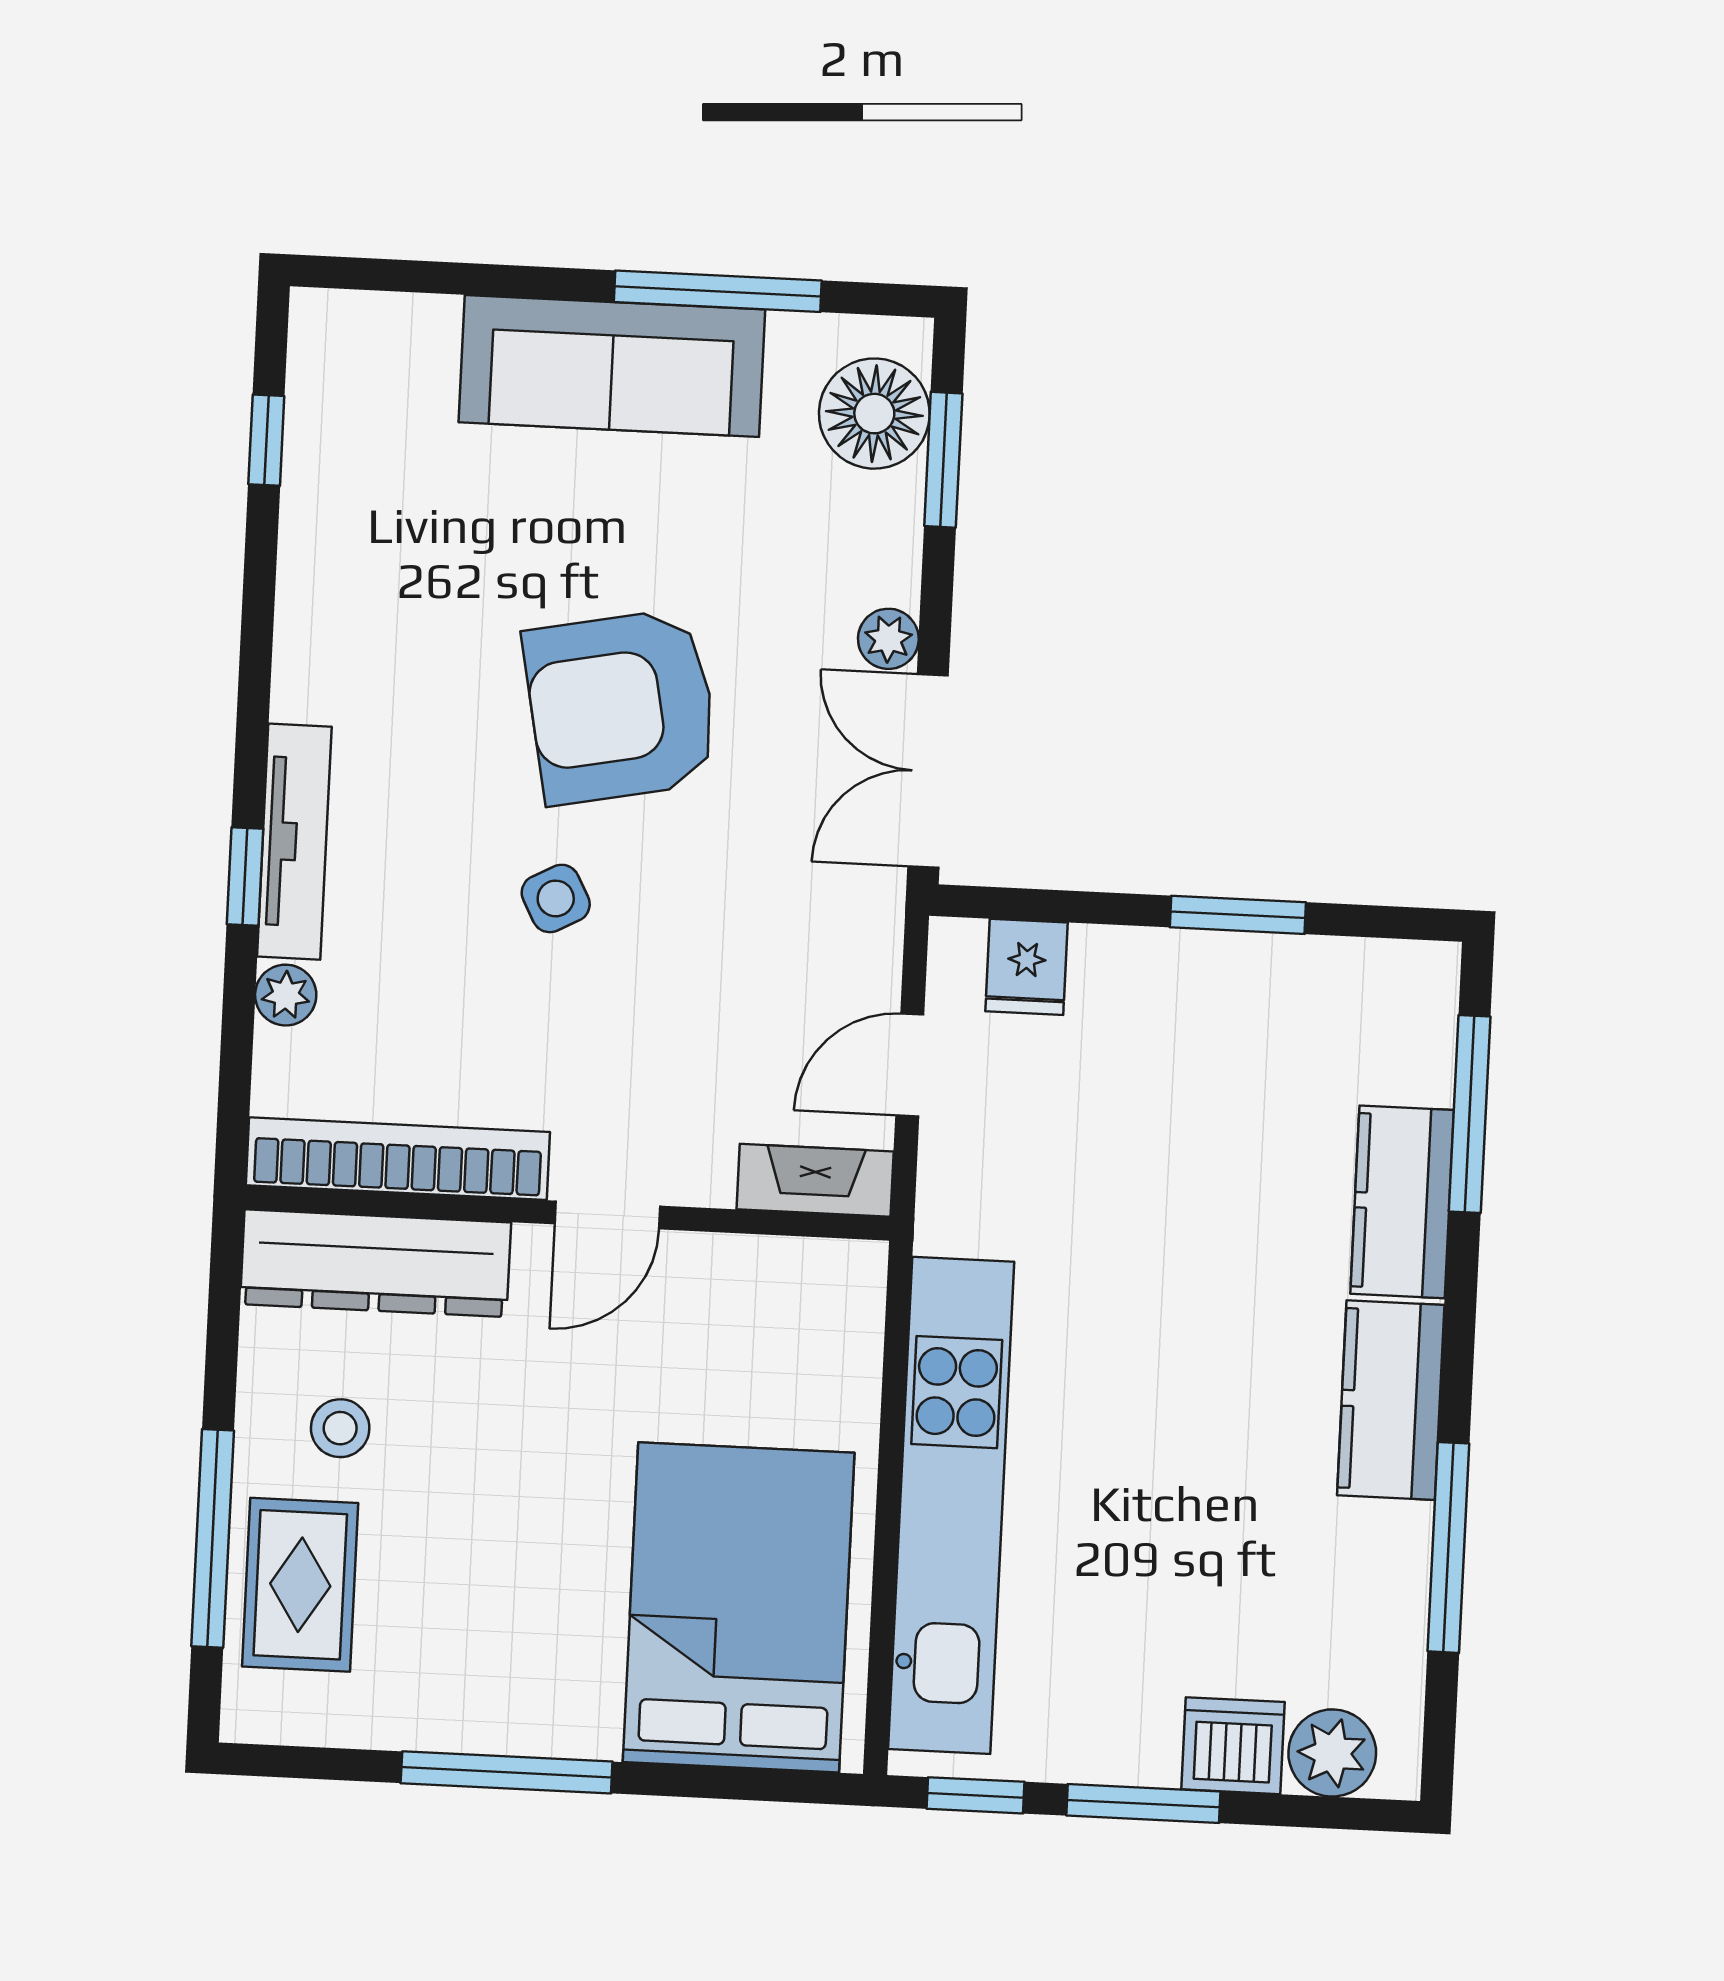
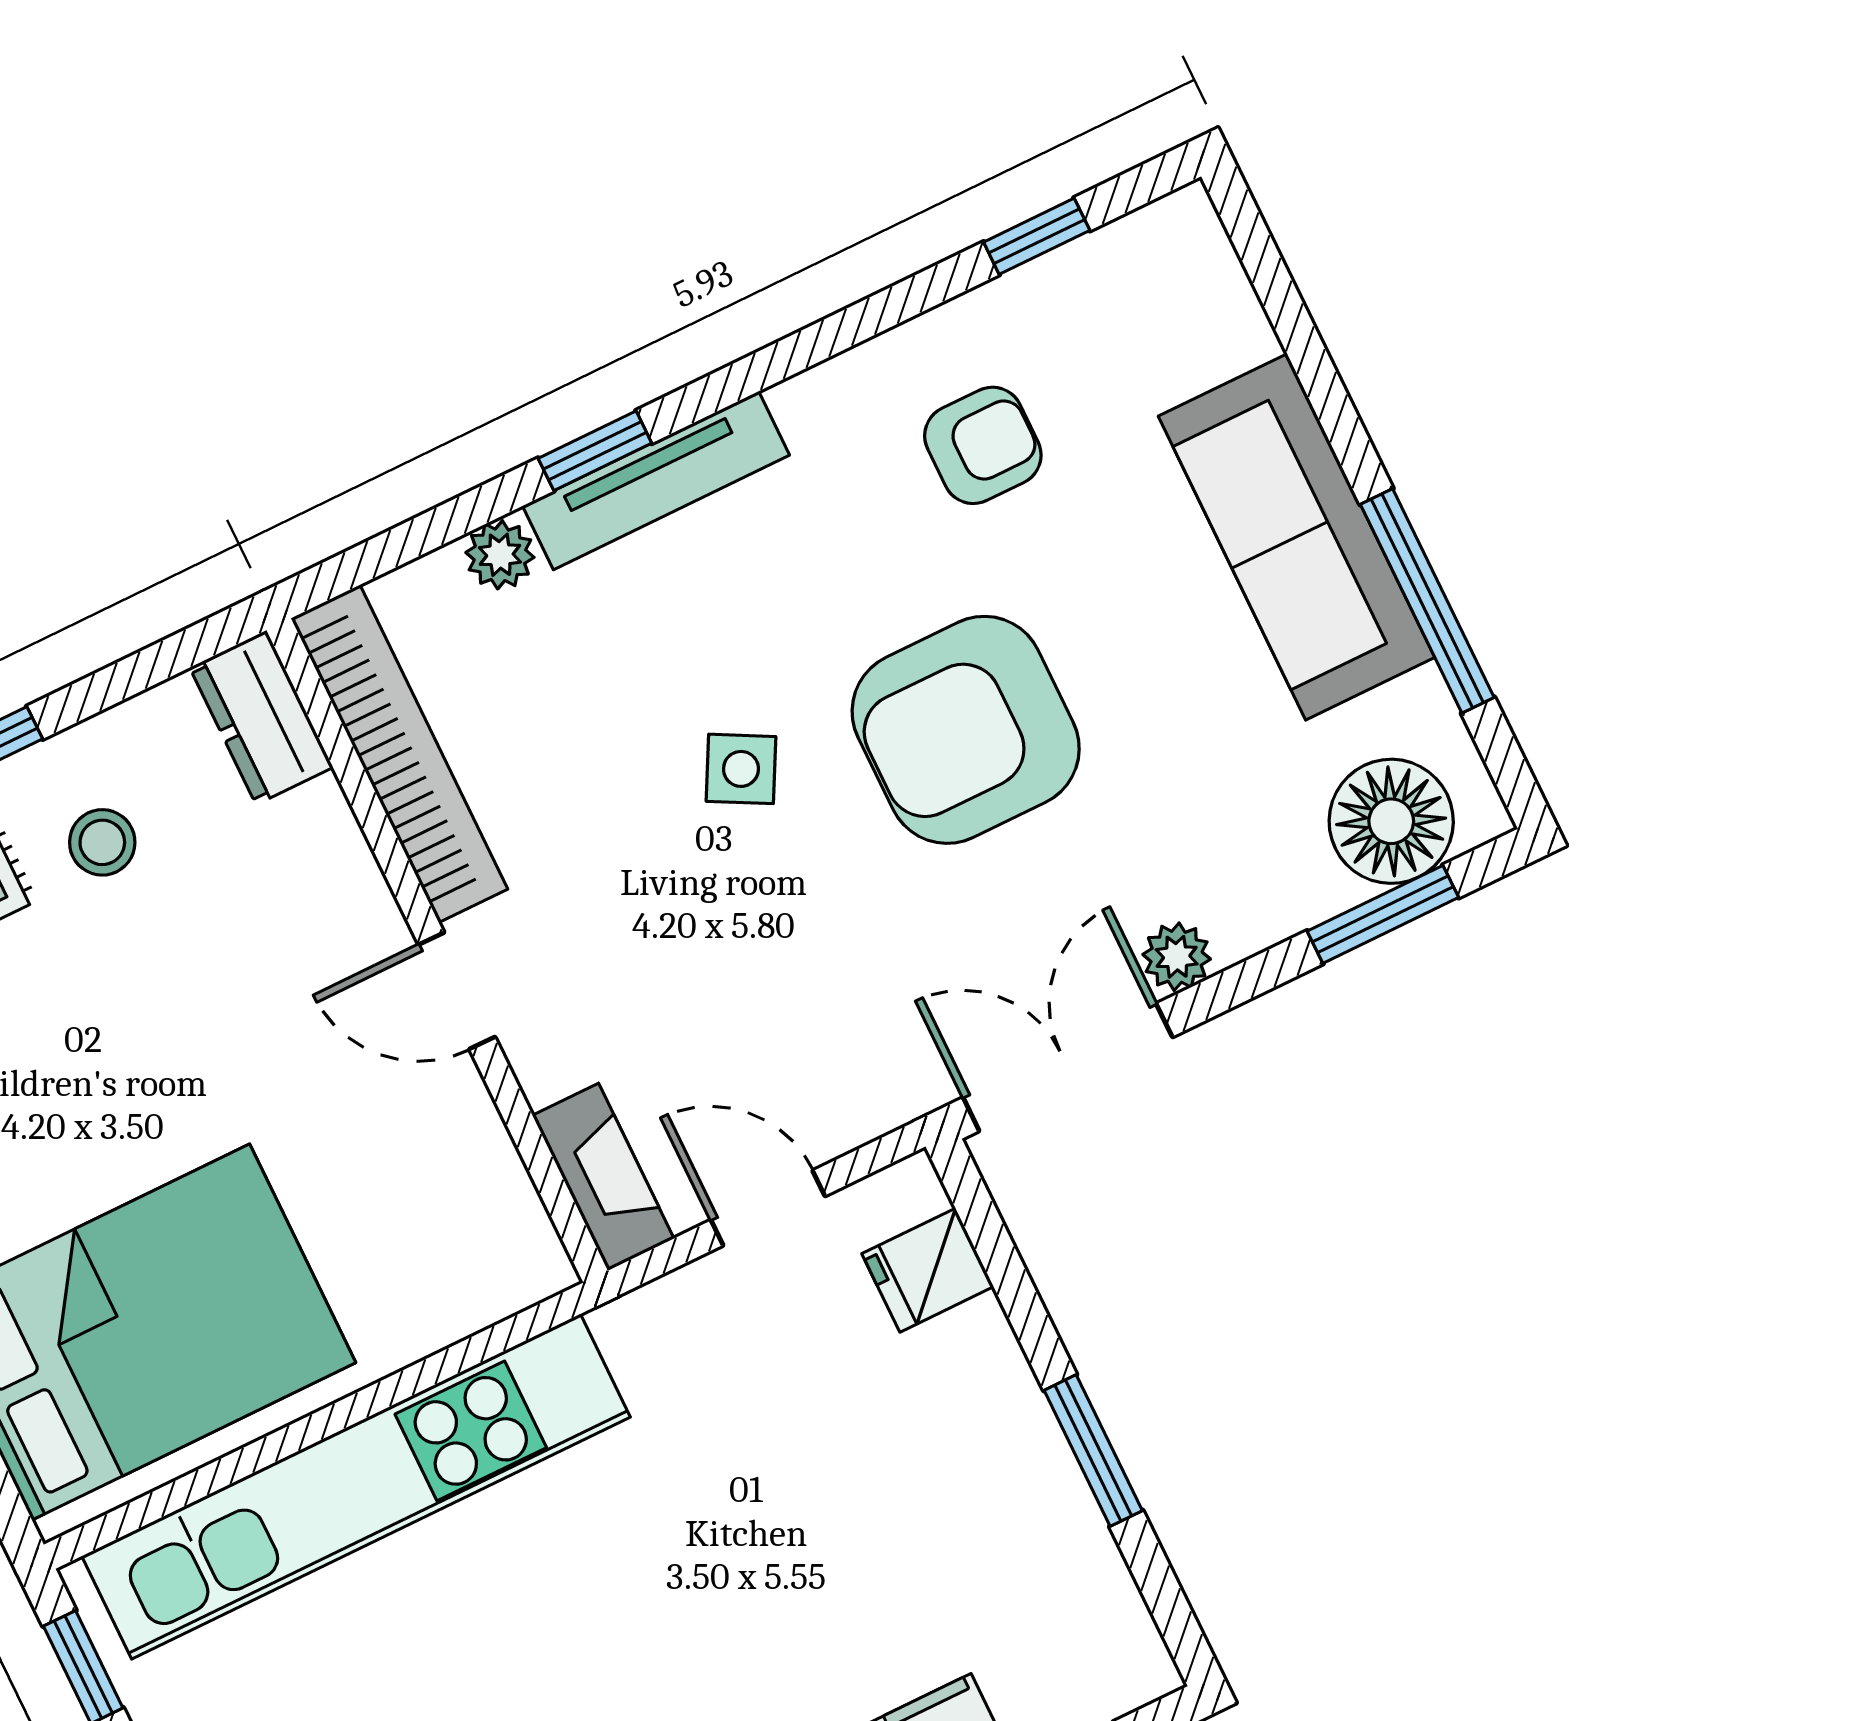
armchair: (407, 572) -> (983, 445), added
armchair: (621, 706) -> (966, 730), turned -79
side table: (556, 898) -> (741, 769), turned -34
dresser: (376, 1263) -> (261, 717), width x0.51, depth x0.80

